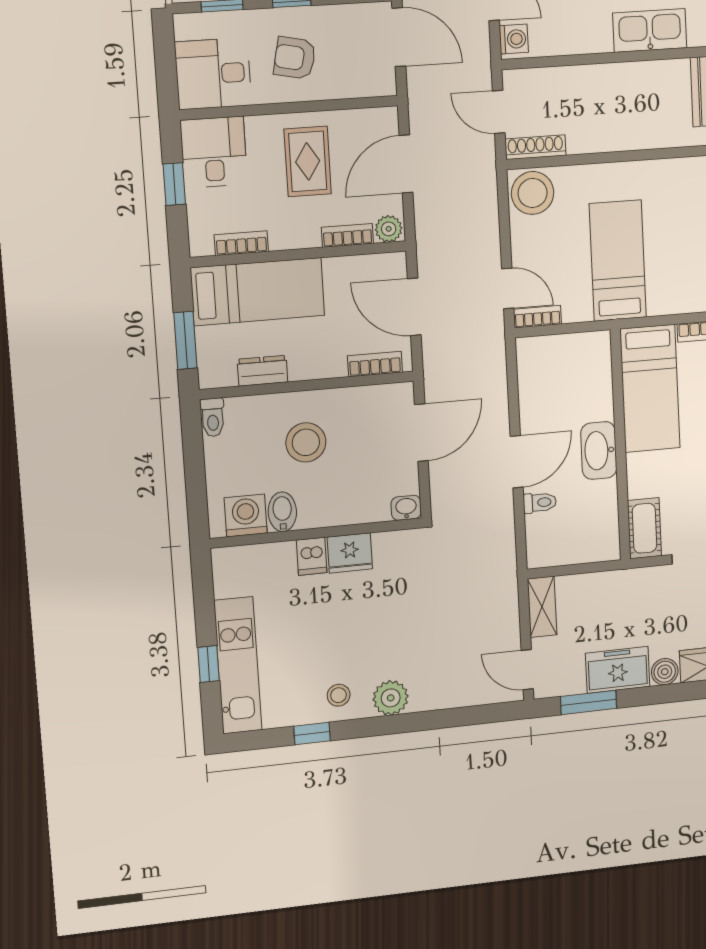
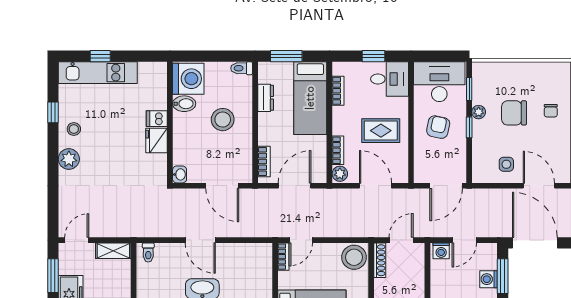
desk: (213, 74) -> (439, 82), width x1.37
toilet: (540, 503) -> (148, 252), moved
washing machine: (246, 515) -> (188, 79), width x1.37, depth x1.37

